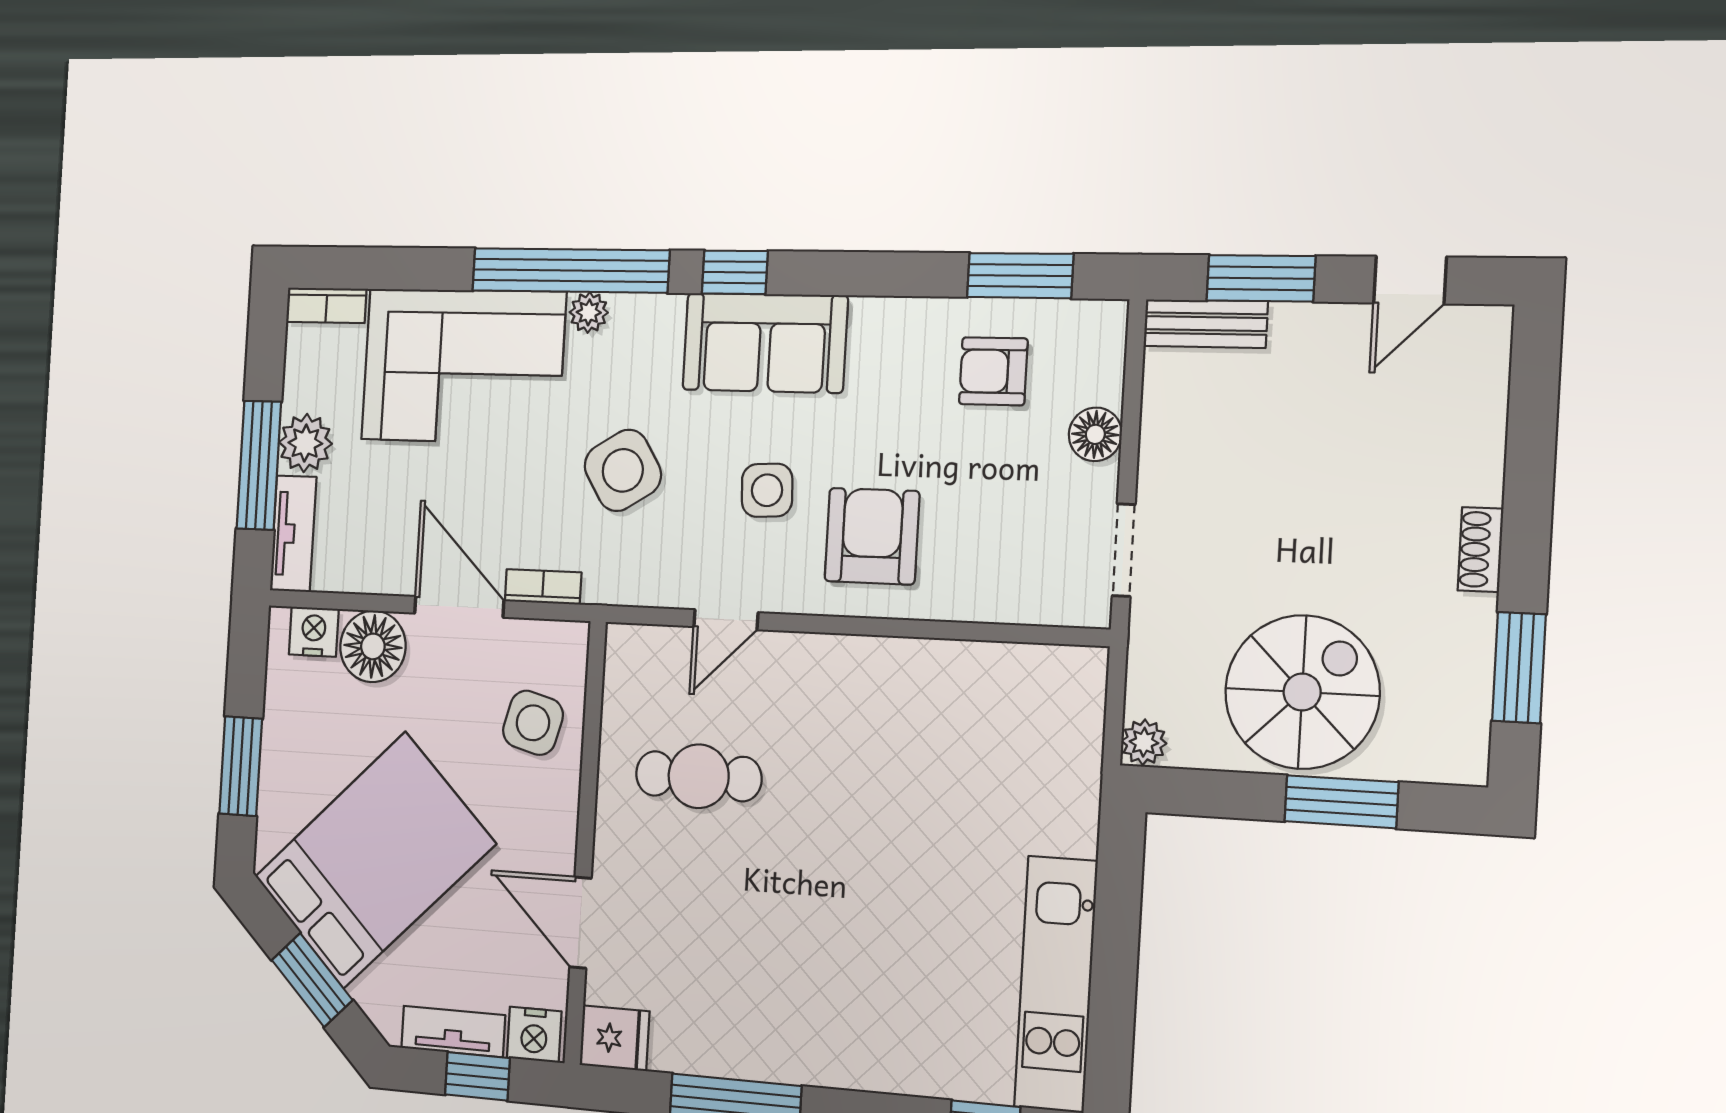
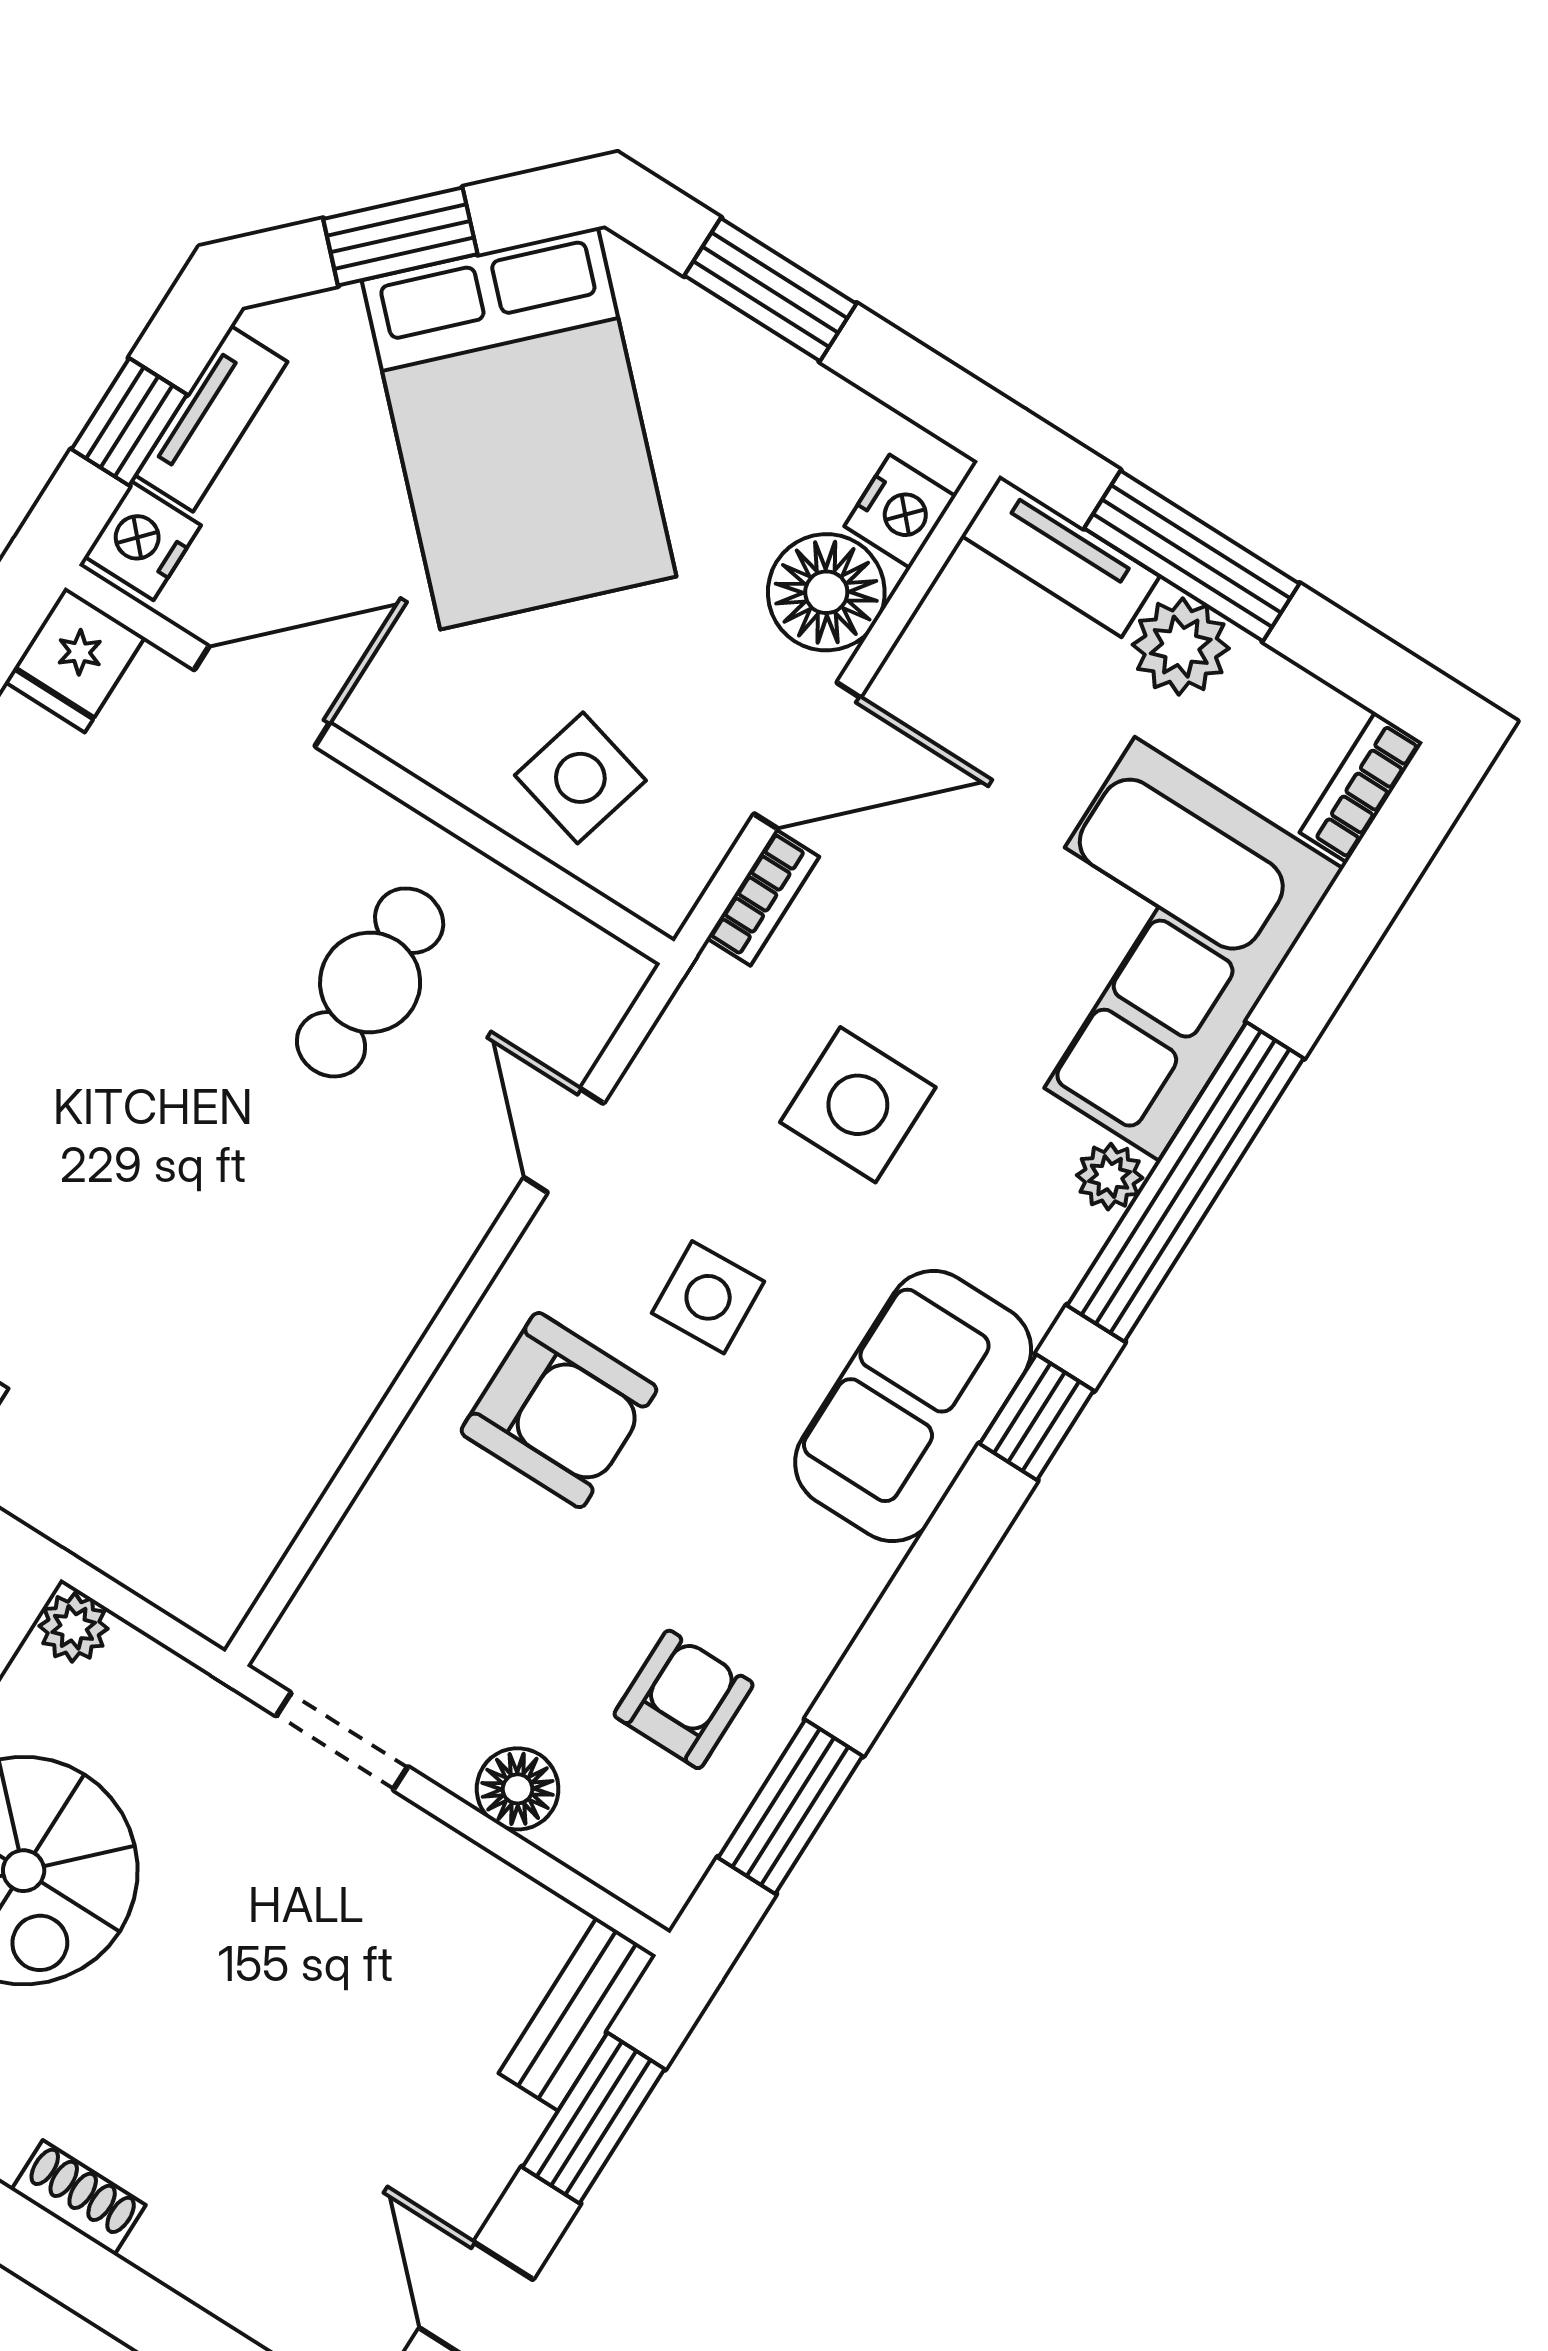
side table: (623, 470) -> (858, 1105), turned 32

